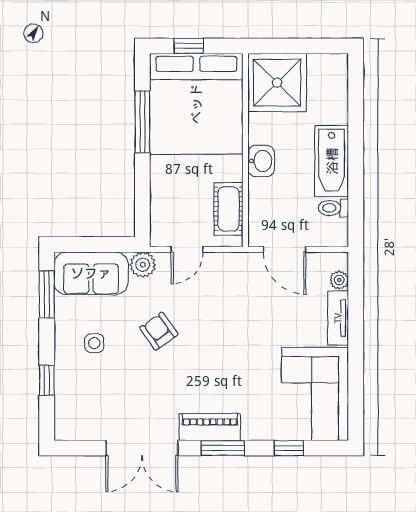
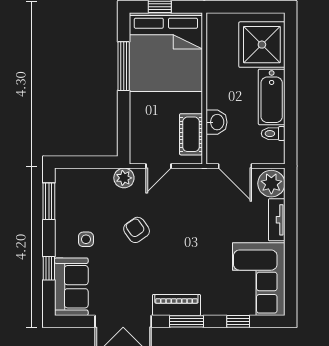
shower: (277, 83) -> (262, 45), moved
washbasin: (261, 161) -> (217, 122), moved
sofa: (91, 273) -> (71, 287), moved, turned -90
plant: (339, 280) -> (271, 184), width x1.88, depth x1.88

